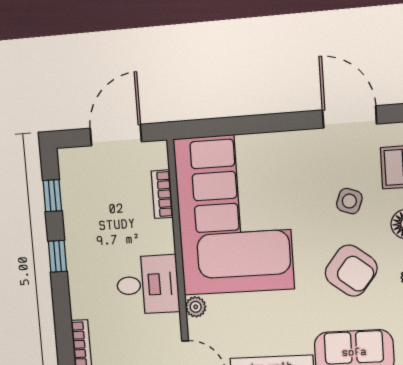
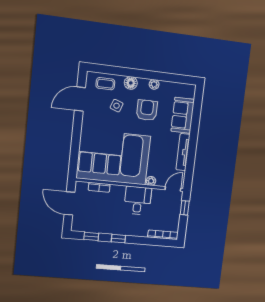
armchair: (351, 271) -> (147, 110), turned -38

